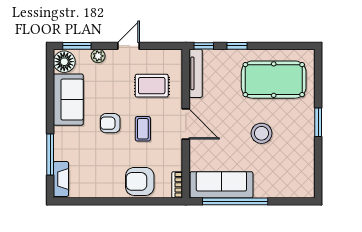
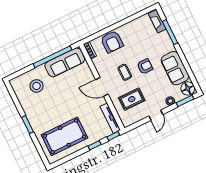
stool: (261, 133) -> (37, 86), moved
armchair: (140, 181) -> (112, 42), turned 90

